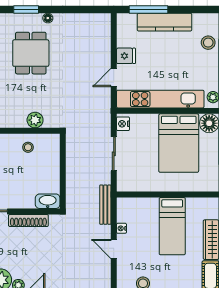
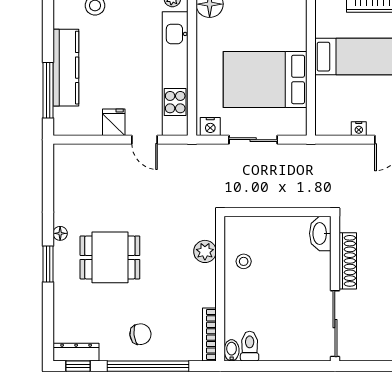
bed: (179, 143) -> (265, 79), moved, turned 180
bench: (105, 205) -> (325, 152), removed

